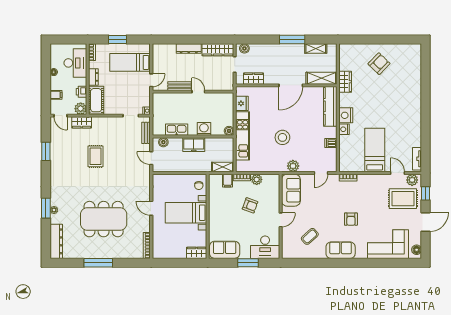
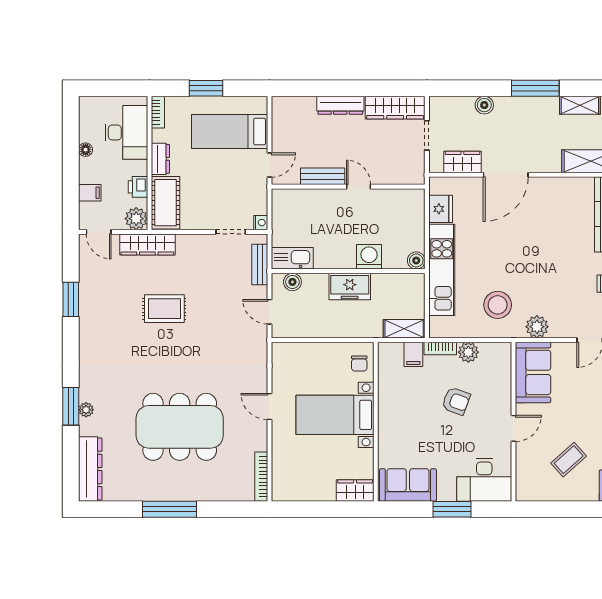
boiler: (244, 48) -> (484, 105), moved
door: (291, 85) -> (506, 175), moved
wardrobe: (82, 122) -> (147, 244), width x1.50
kitchen sink: (177, 130) -> (292, 258), moved
stool: (282, 137) -> (498, 305), moved
rug: (96, 156) -> (164, 309), turned 90

